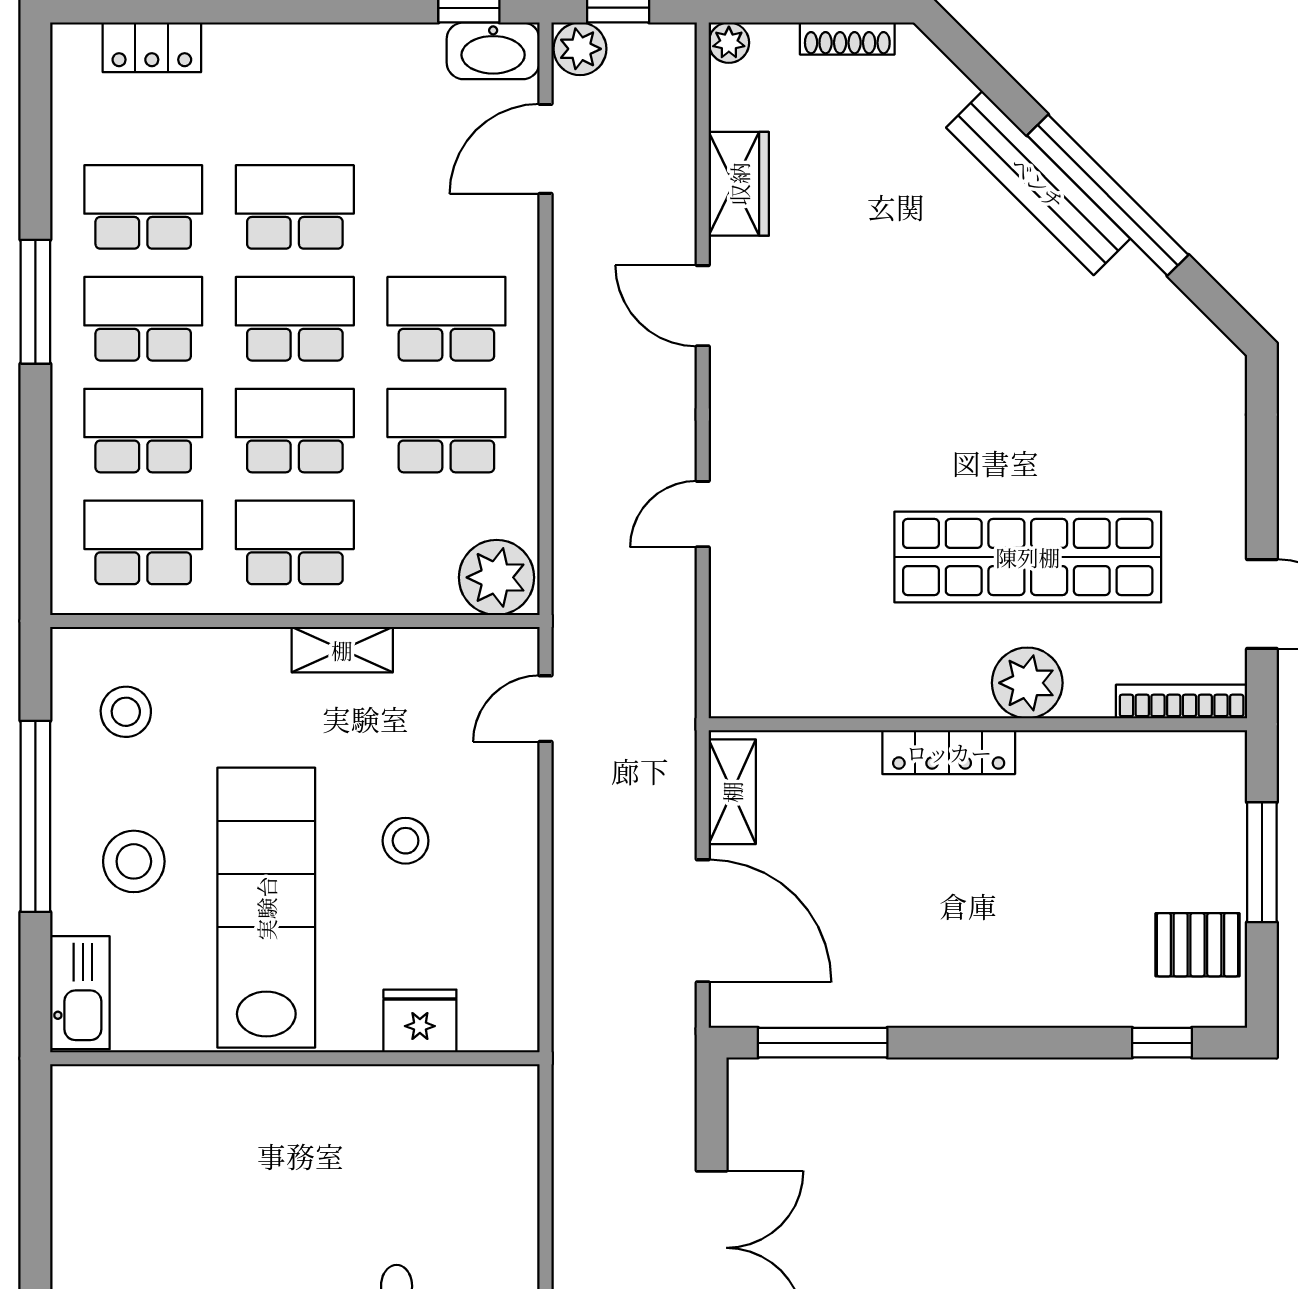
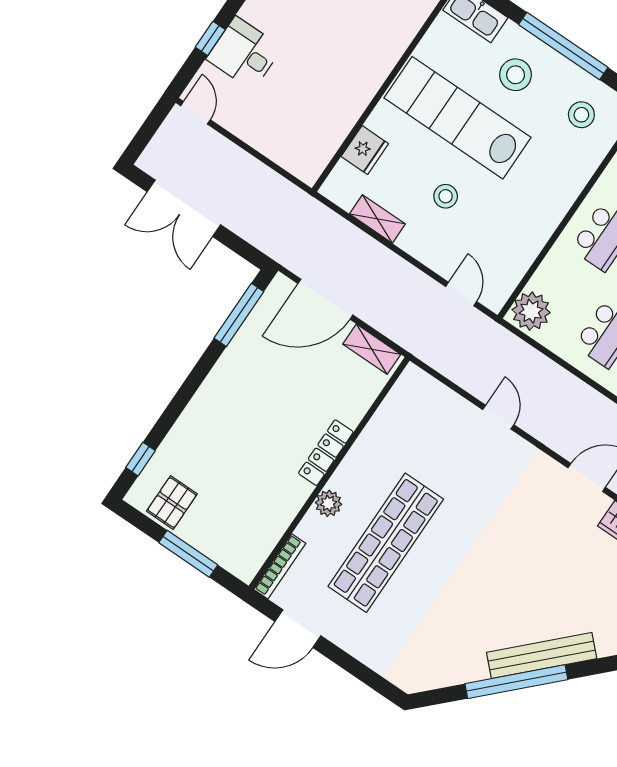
shelving: (342, 650) -> (377, 219), moved, turned 90
plant: (1027, 683) -> (328, 503), width x0.73, depth x0.73
lab bench: (266, 908) -> (457, 118), turned 180

